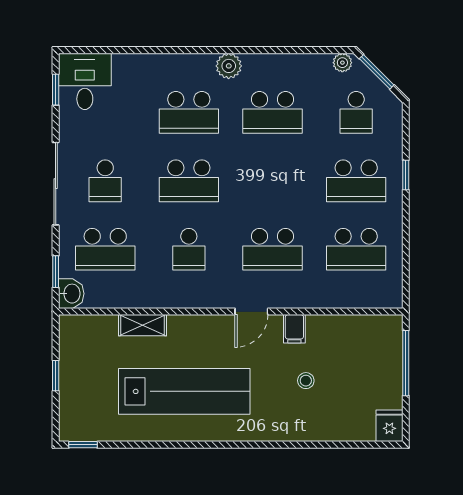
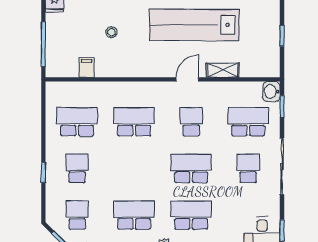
school desk: (356, 181) -> (77, 168), width x0.54
door: (251, 312) -> (187, 79), moved
filing cabinet: (294, 329) -> (87, 68), moved

